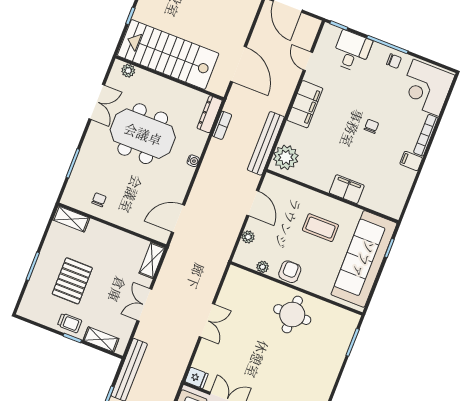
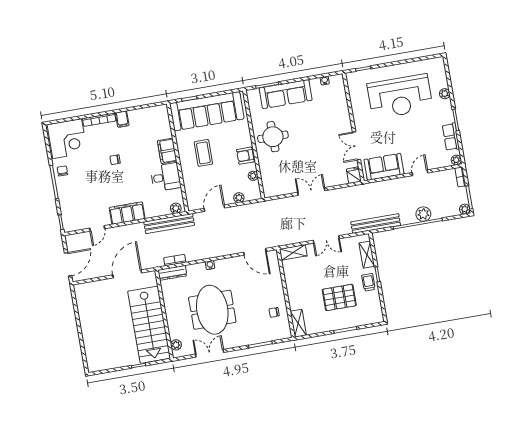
desk: (352, 51) -> (166, 177), moved, turned 180
plant: (286, 157) -> (176, 208), width x0.53, depth x0.53
sofa: (331, 357) -> (286, 94), added

